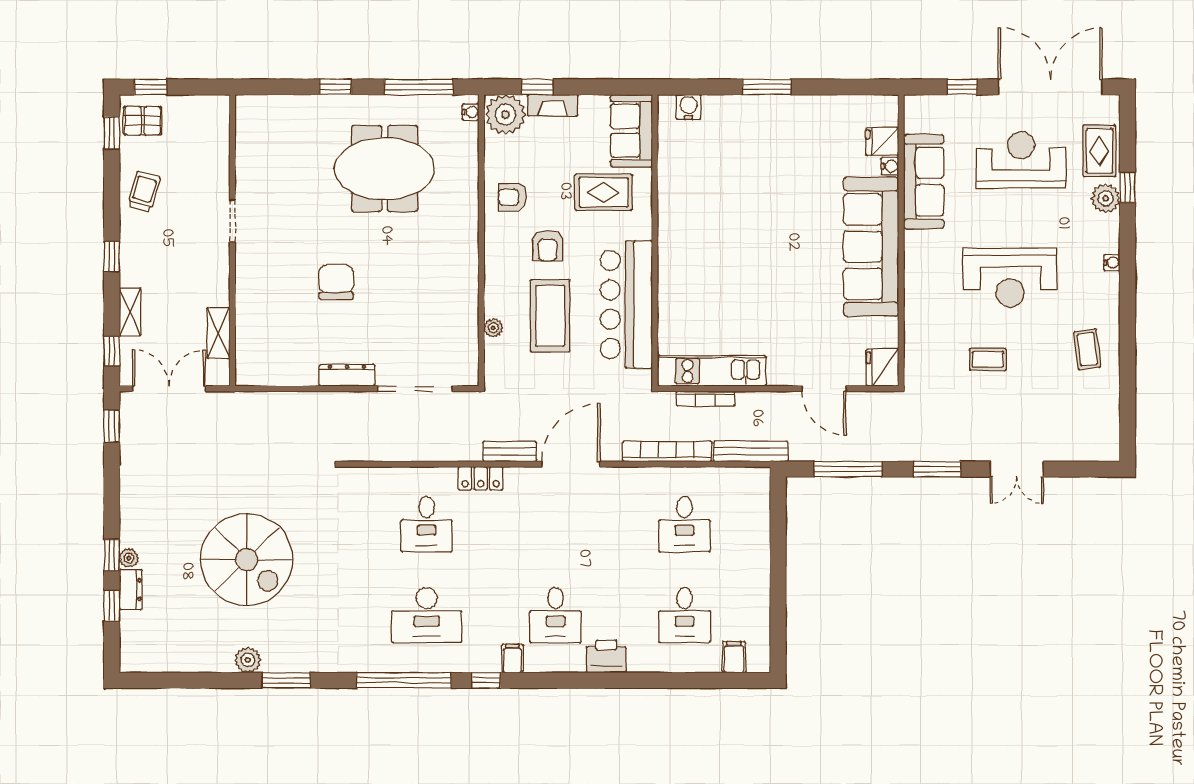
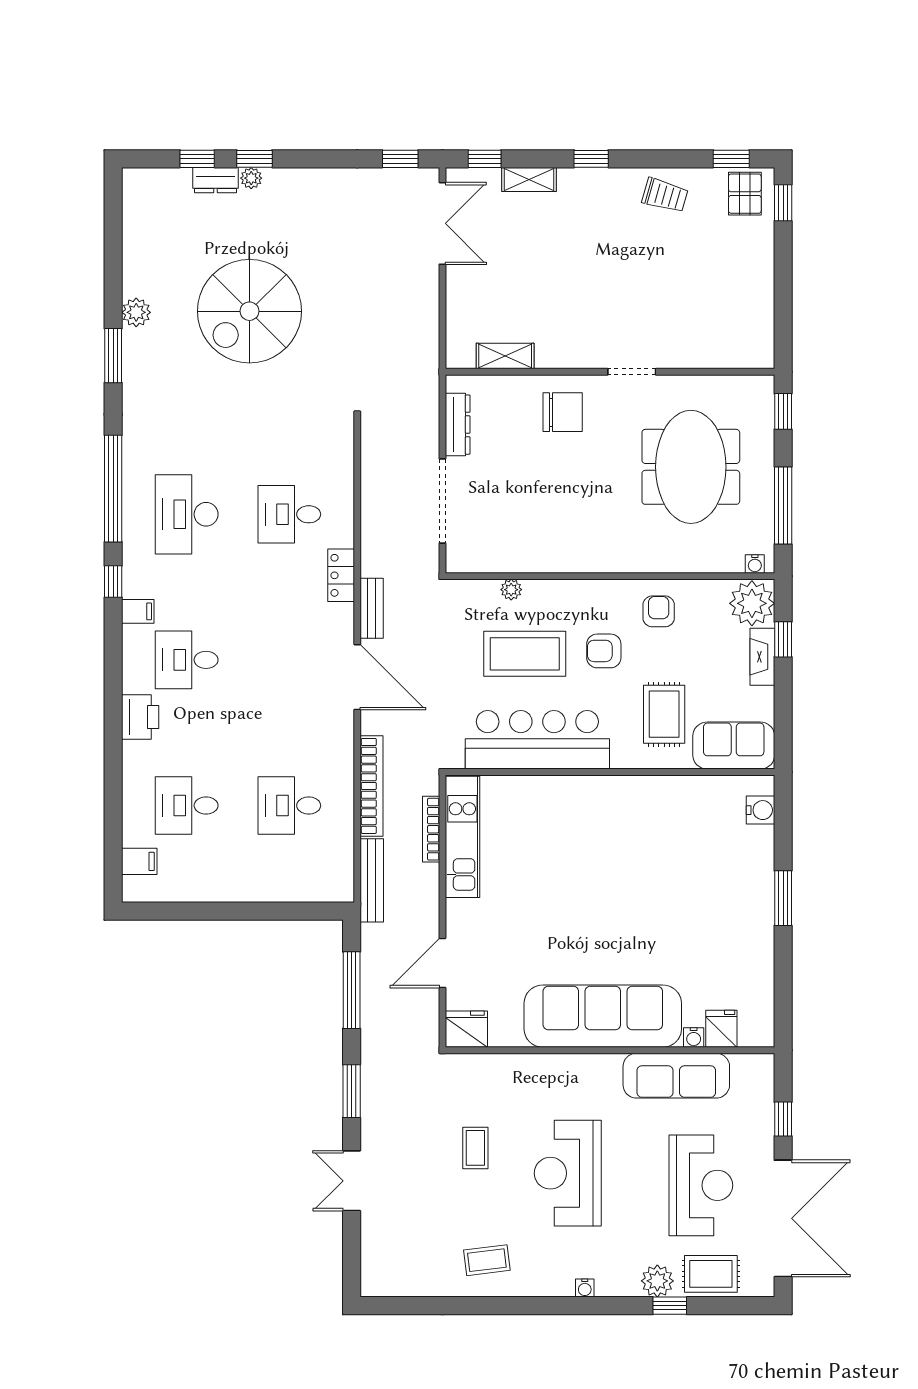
doorway: (232, 221) -> (632, 372), moved
wall: (232, 240) -> (610, 372), moved
shelving: (218, 333) -> (505, 356), moved

